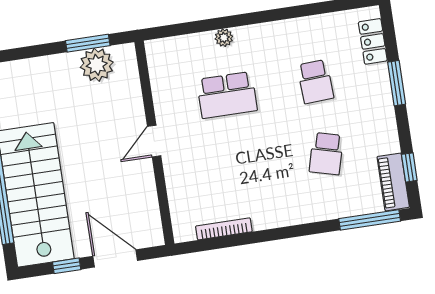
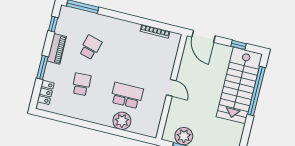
plant: (224, 38) -> (122, 121), width x1.88, depth x1.88
door: (154, 141) -> (171, 88), hinge flipped
piano: (393, 182) -> (57, 49), moved
door: (115, 258) -> (204, 36), moved

